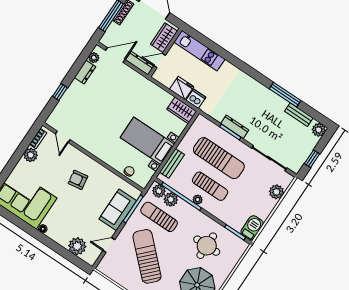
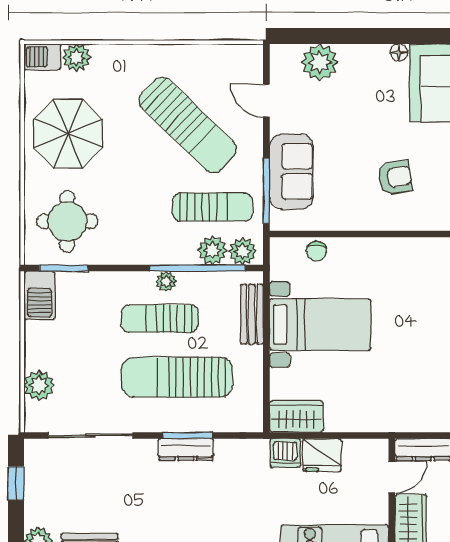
door: (109, 245) -> (266, 101), swing flipped
round table: (207, 246) -> (67, 221), moved

